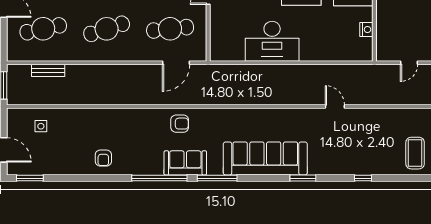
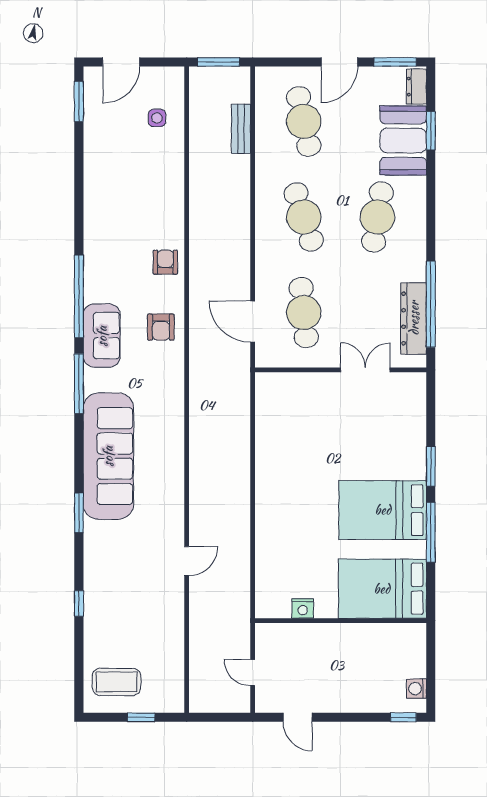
desk: (272, 41) -> (285, 466), removed
armchair: (103, 158) -> (165, 262), moved, turned 90

